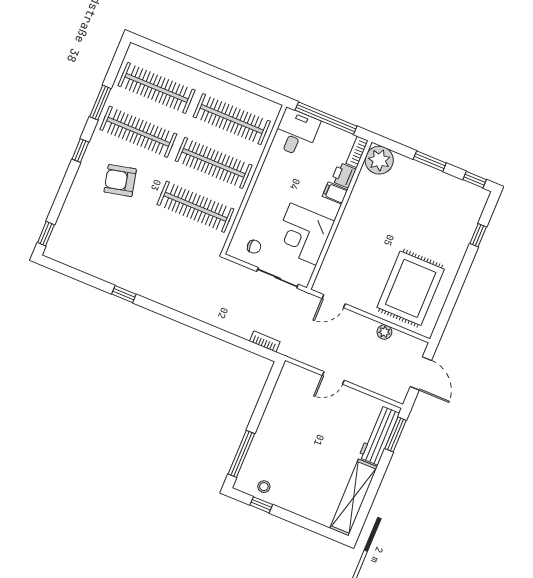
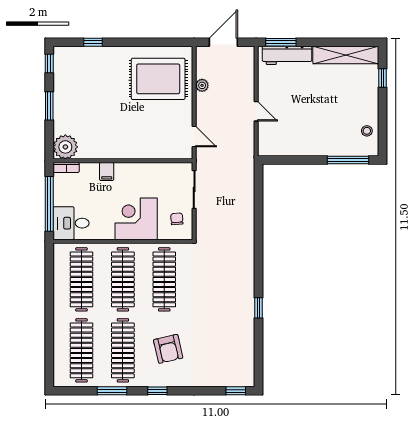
printer: (344, 175) -> (89, 171), removed
corner desk: (303, 234) -> (136, 219), moved, turned 180
bookcase: (265, 341) -> (250, 179), removed
window: (261, 505) -> (382, 78), moved

